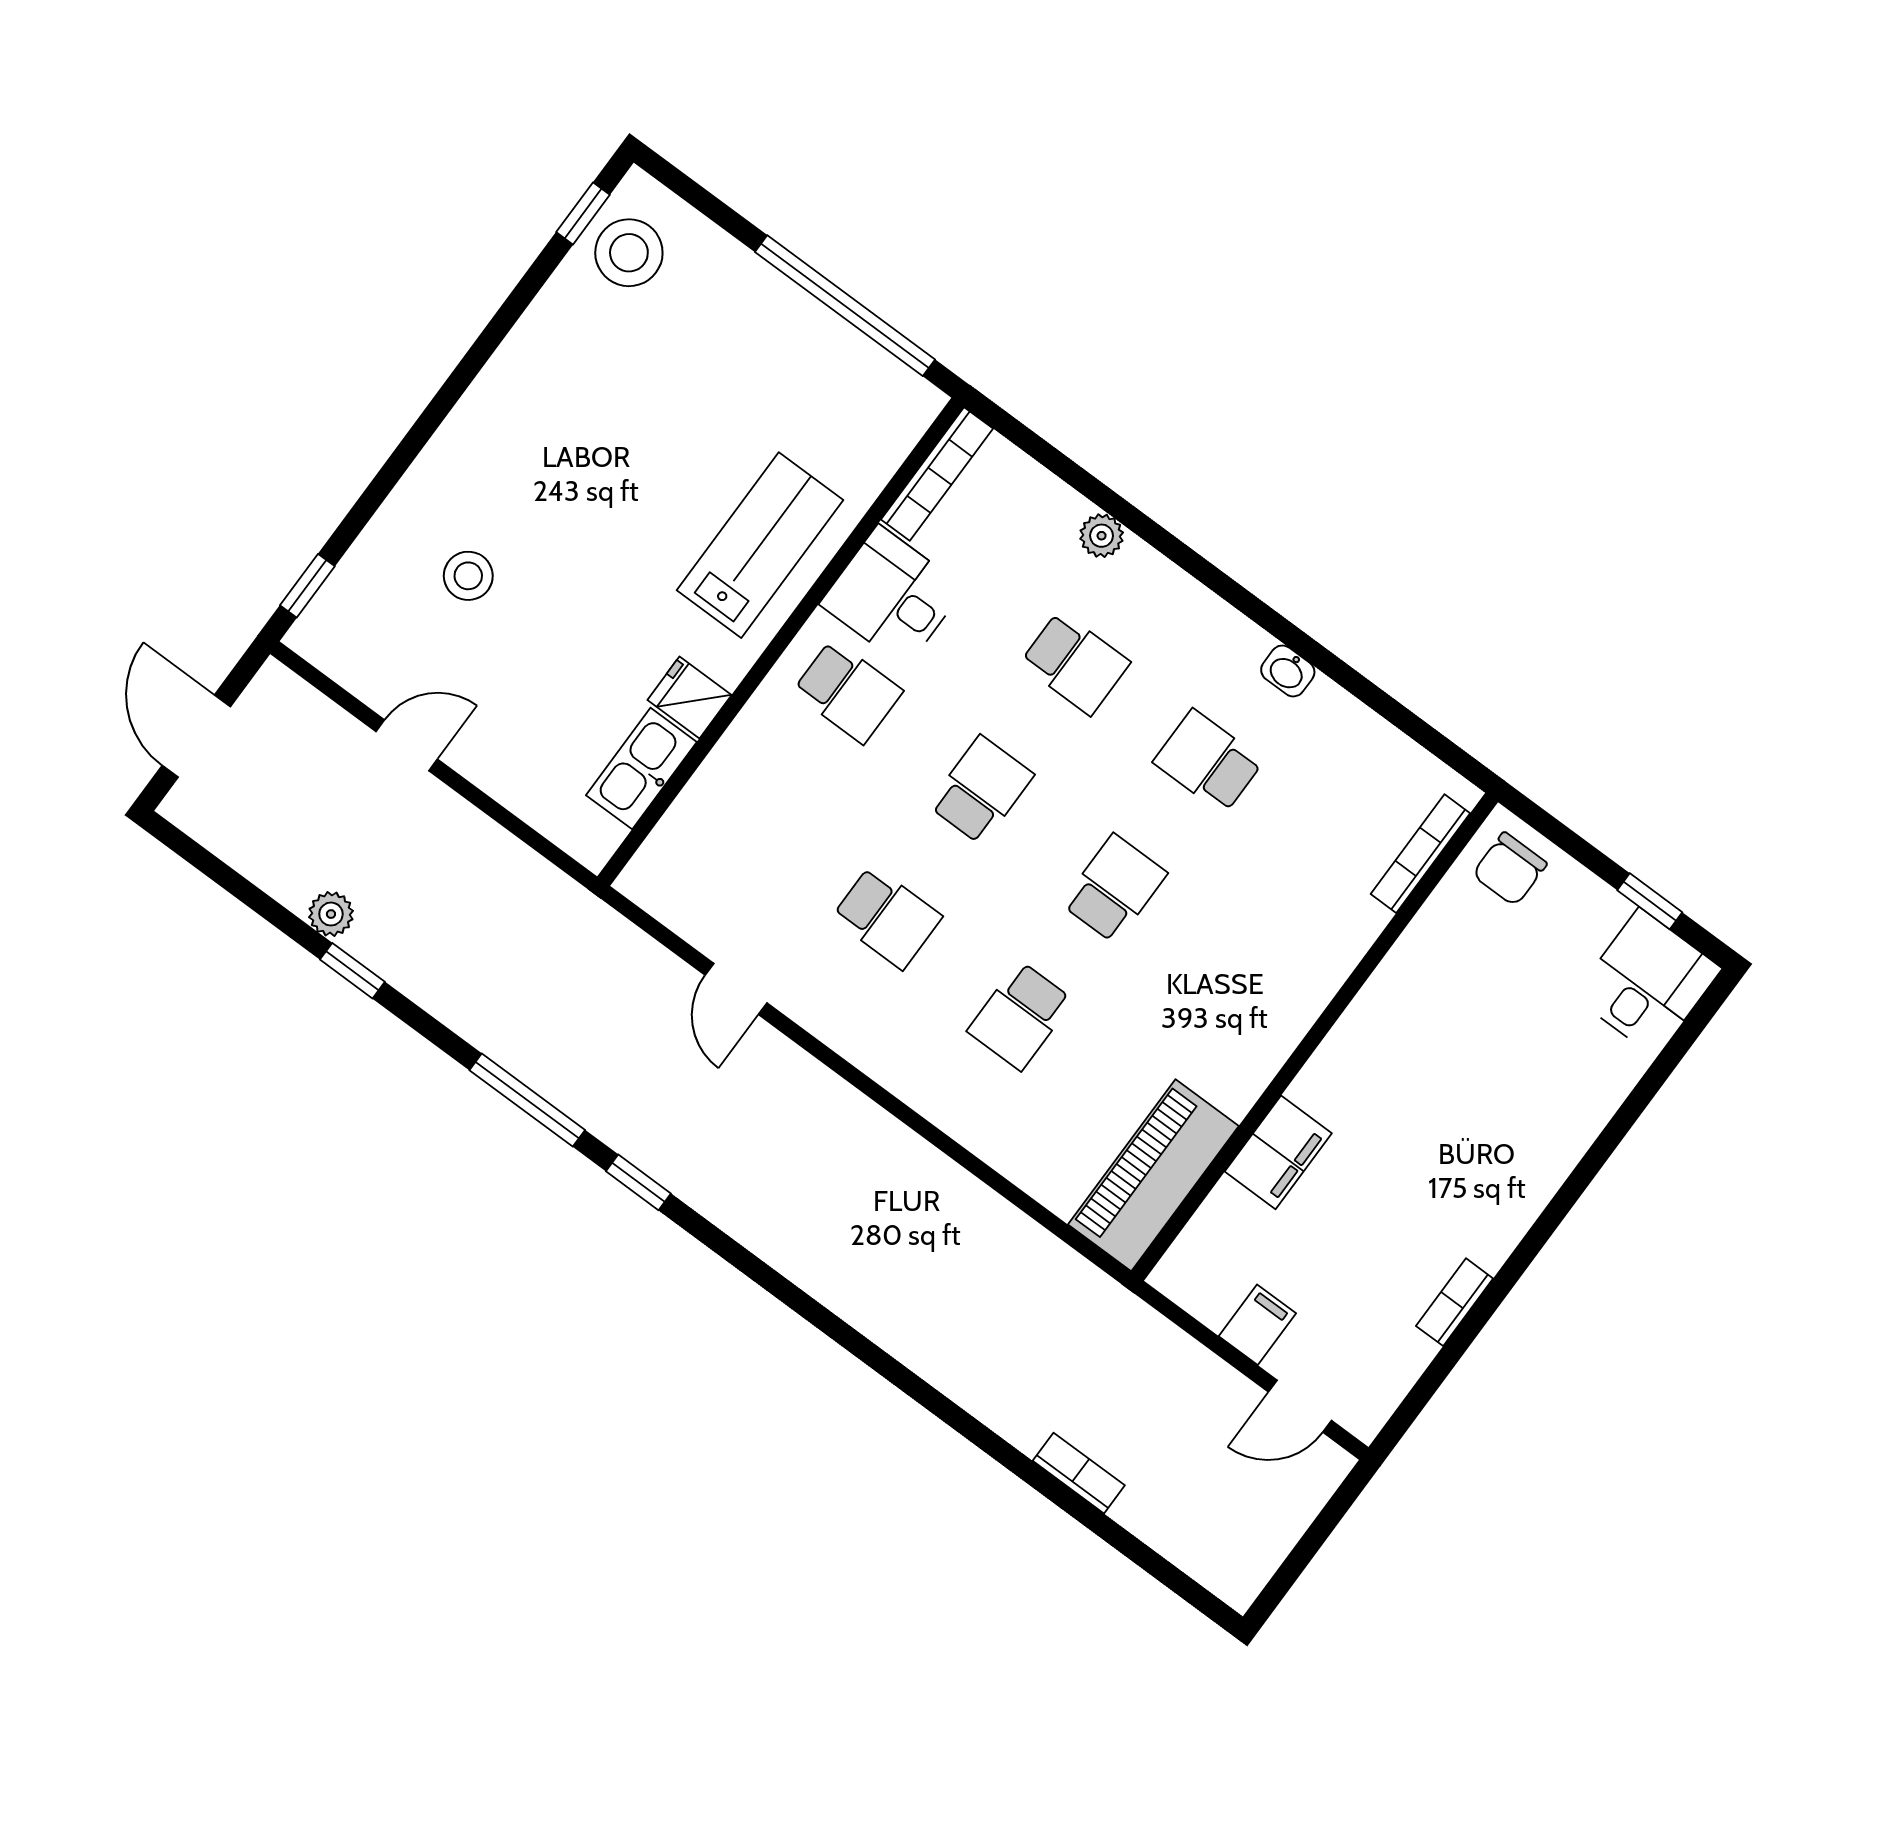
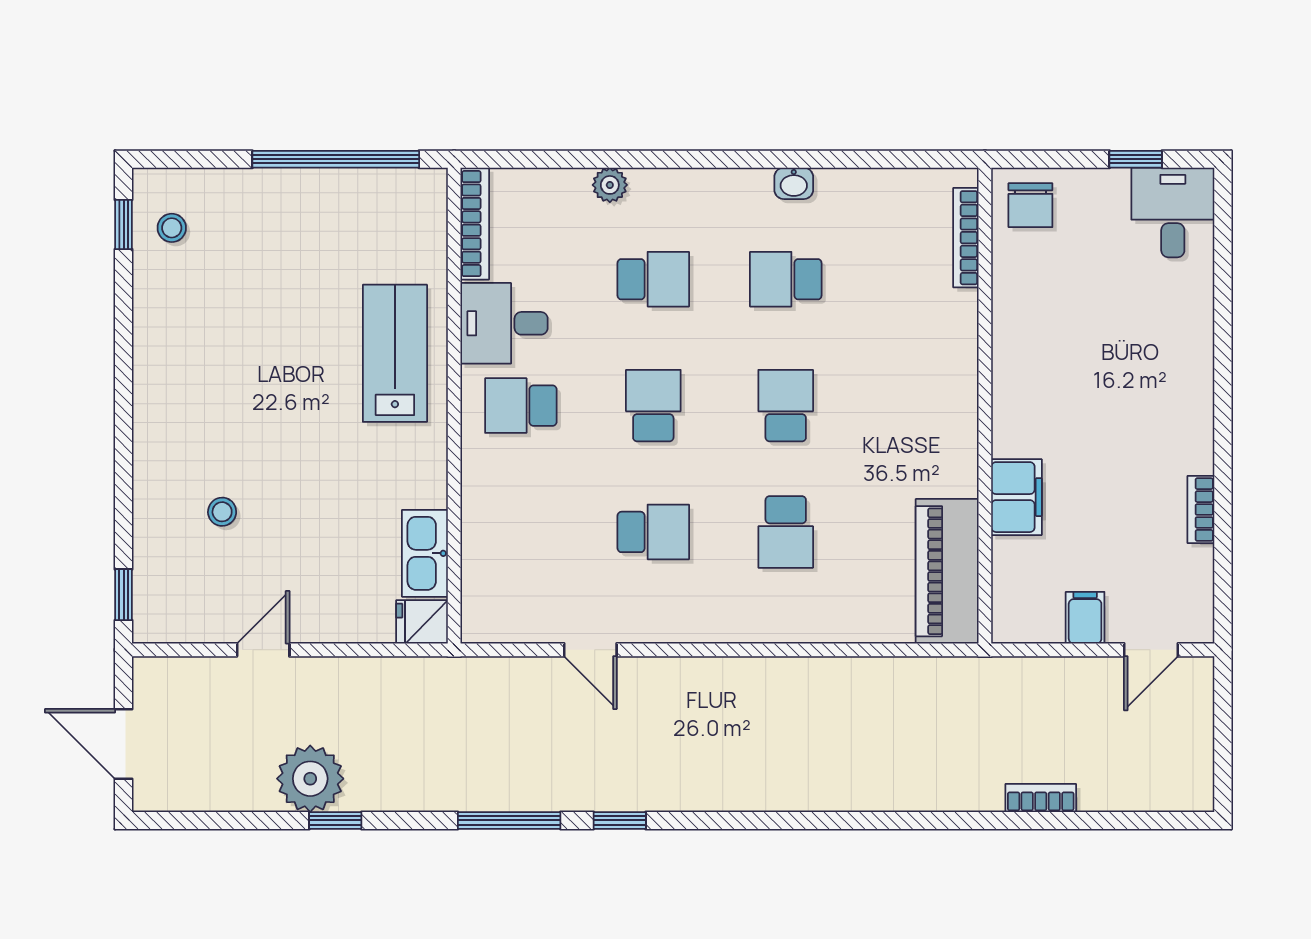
stool: (629, 253) -> (172, 228), width x0.53, depth x0.53
stool: (468, 576) -> (222, 512), width x0.73, depth x0.73
school desk: (848, 691) -> (521, 406), turned 180
fridge: (689, 697) -> (422, 622), moved
plant: (331, 914) -> (310, 779), width x1.88, depth x1.88

